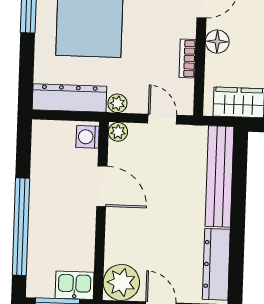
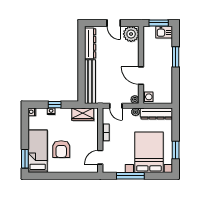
floor lamp: (217, 42) -> (93, 140), removed
window: (21, 227) -> (176, 57), width x0.47
kitchen sink: (75, 285) -> (164, 32), moved

